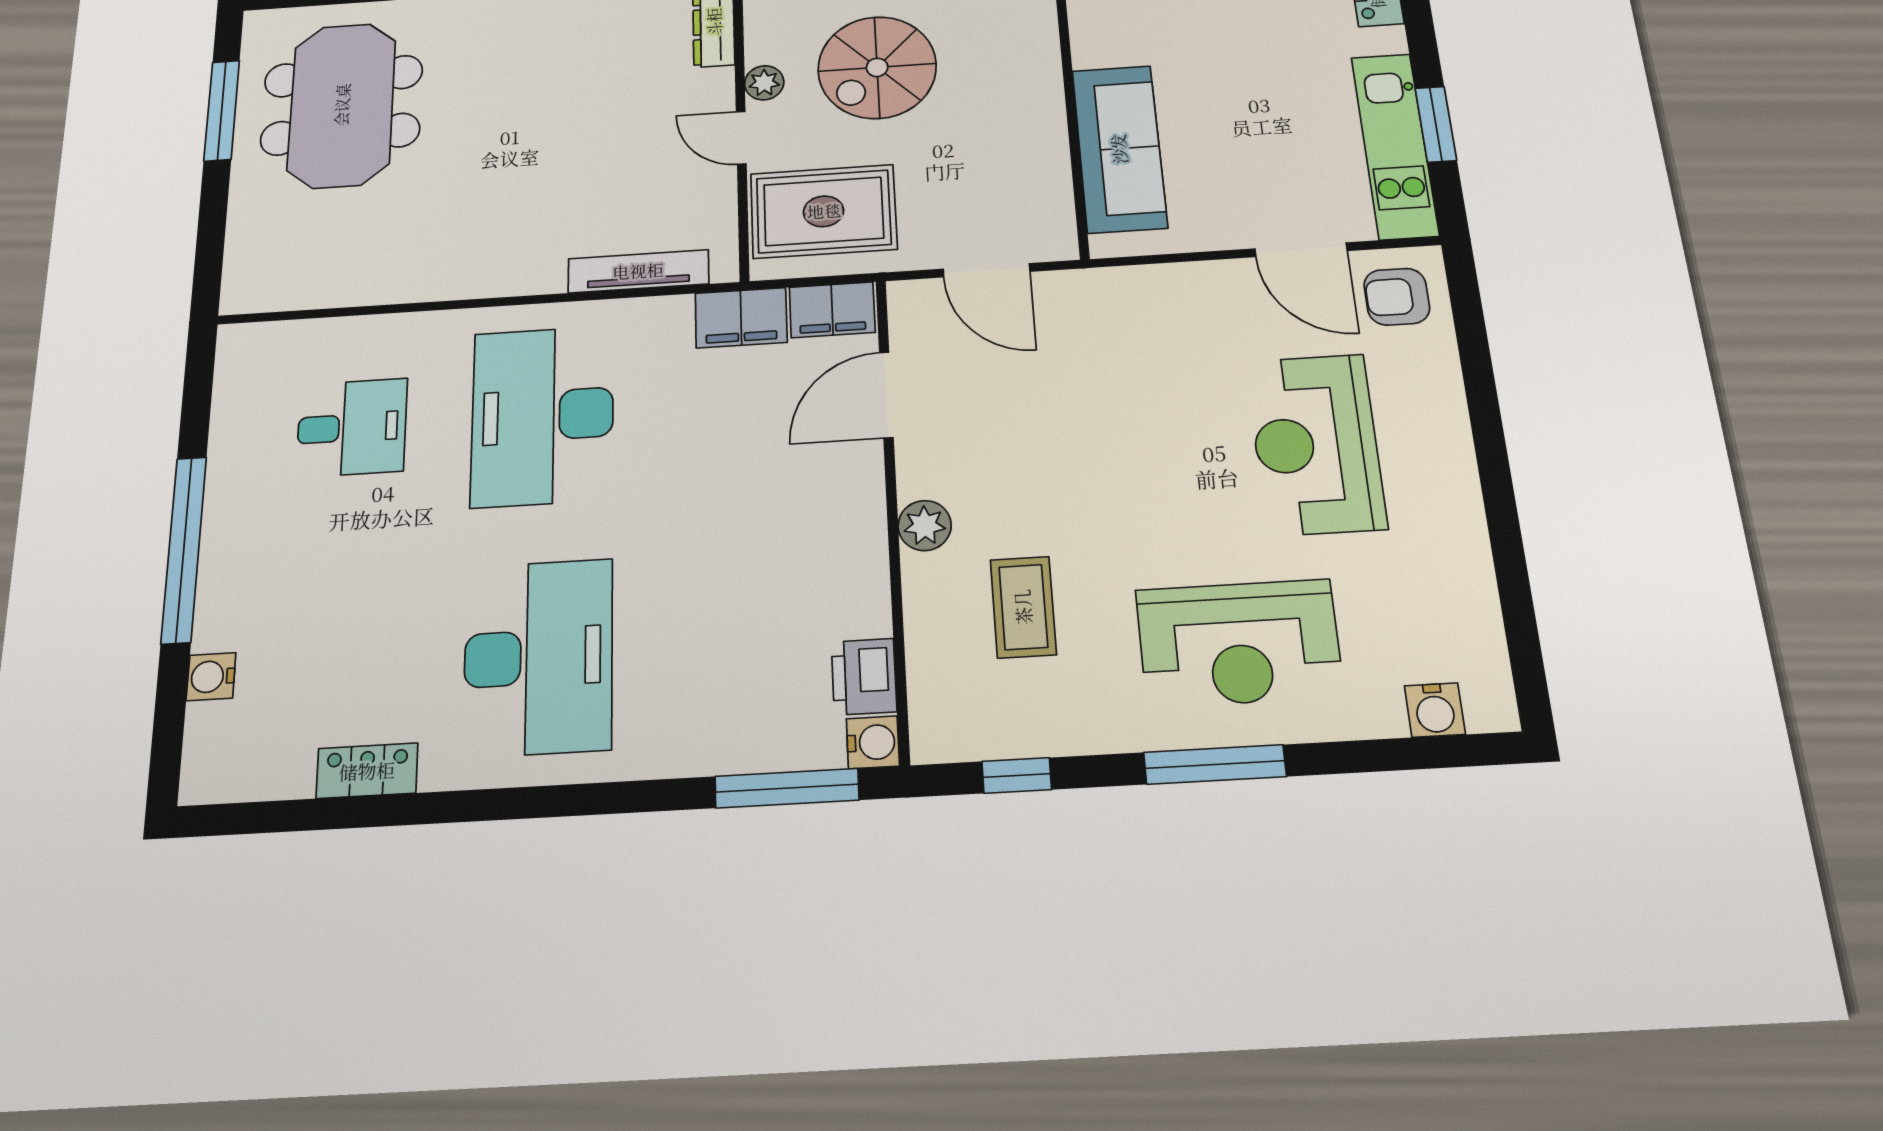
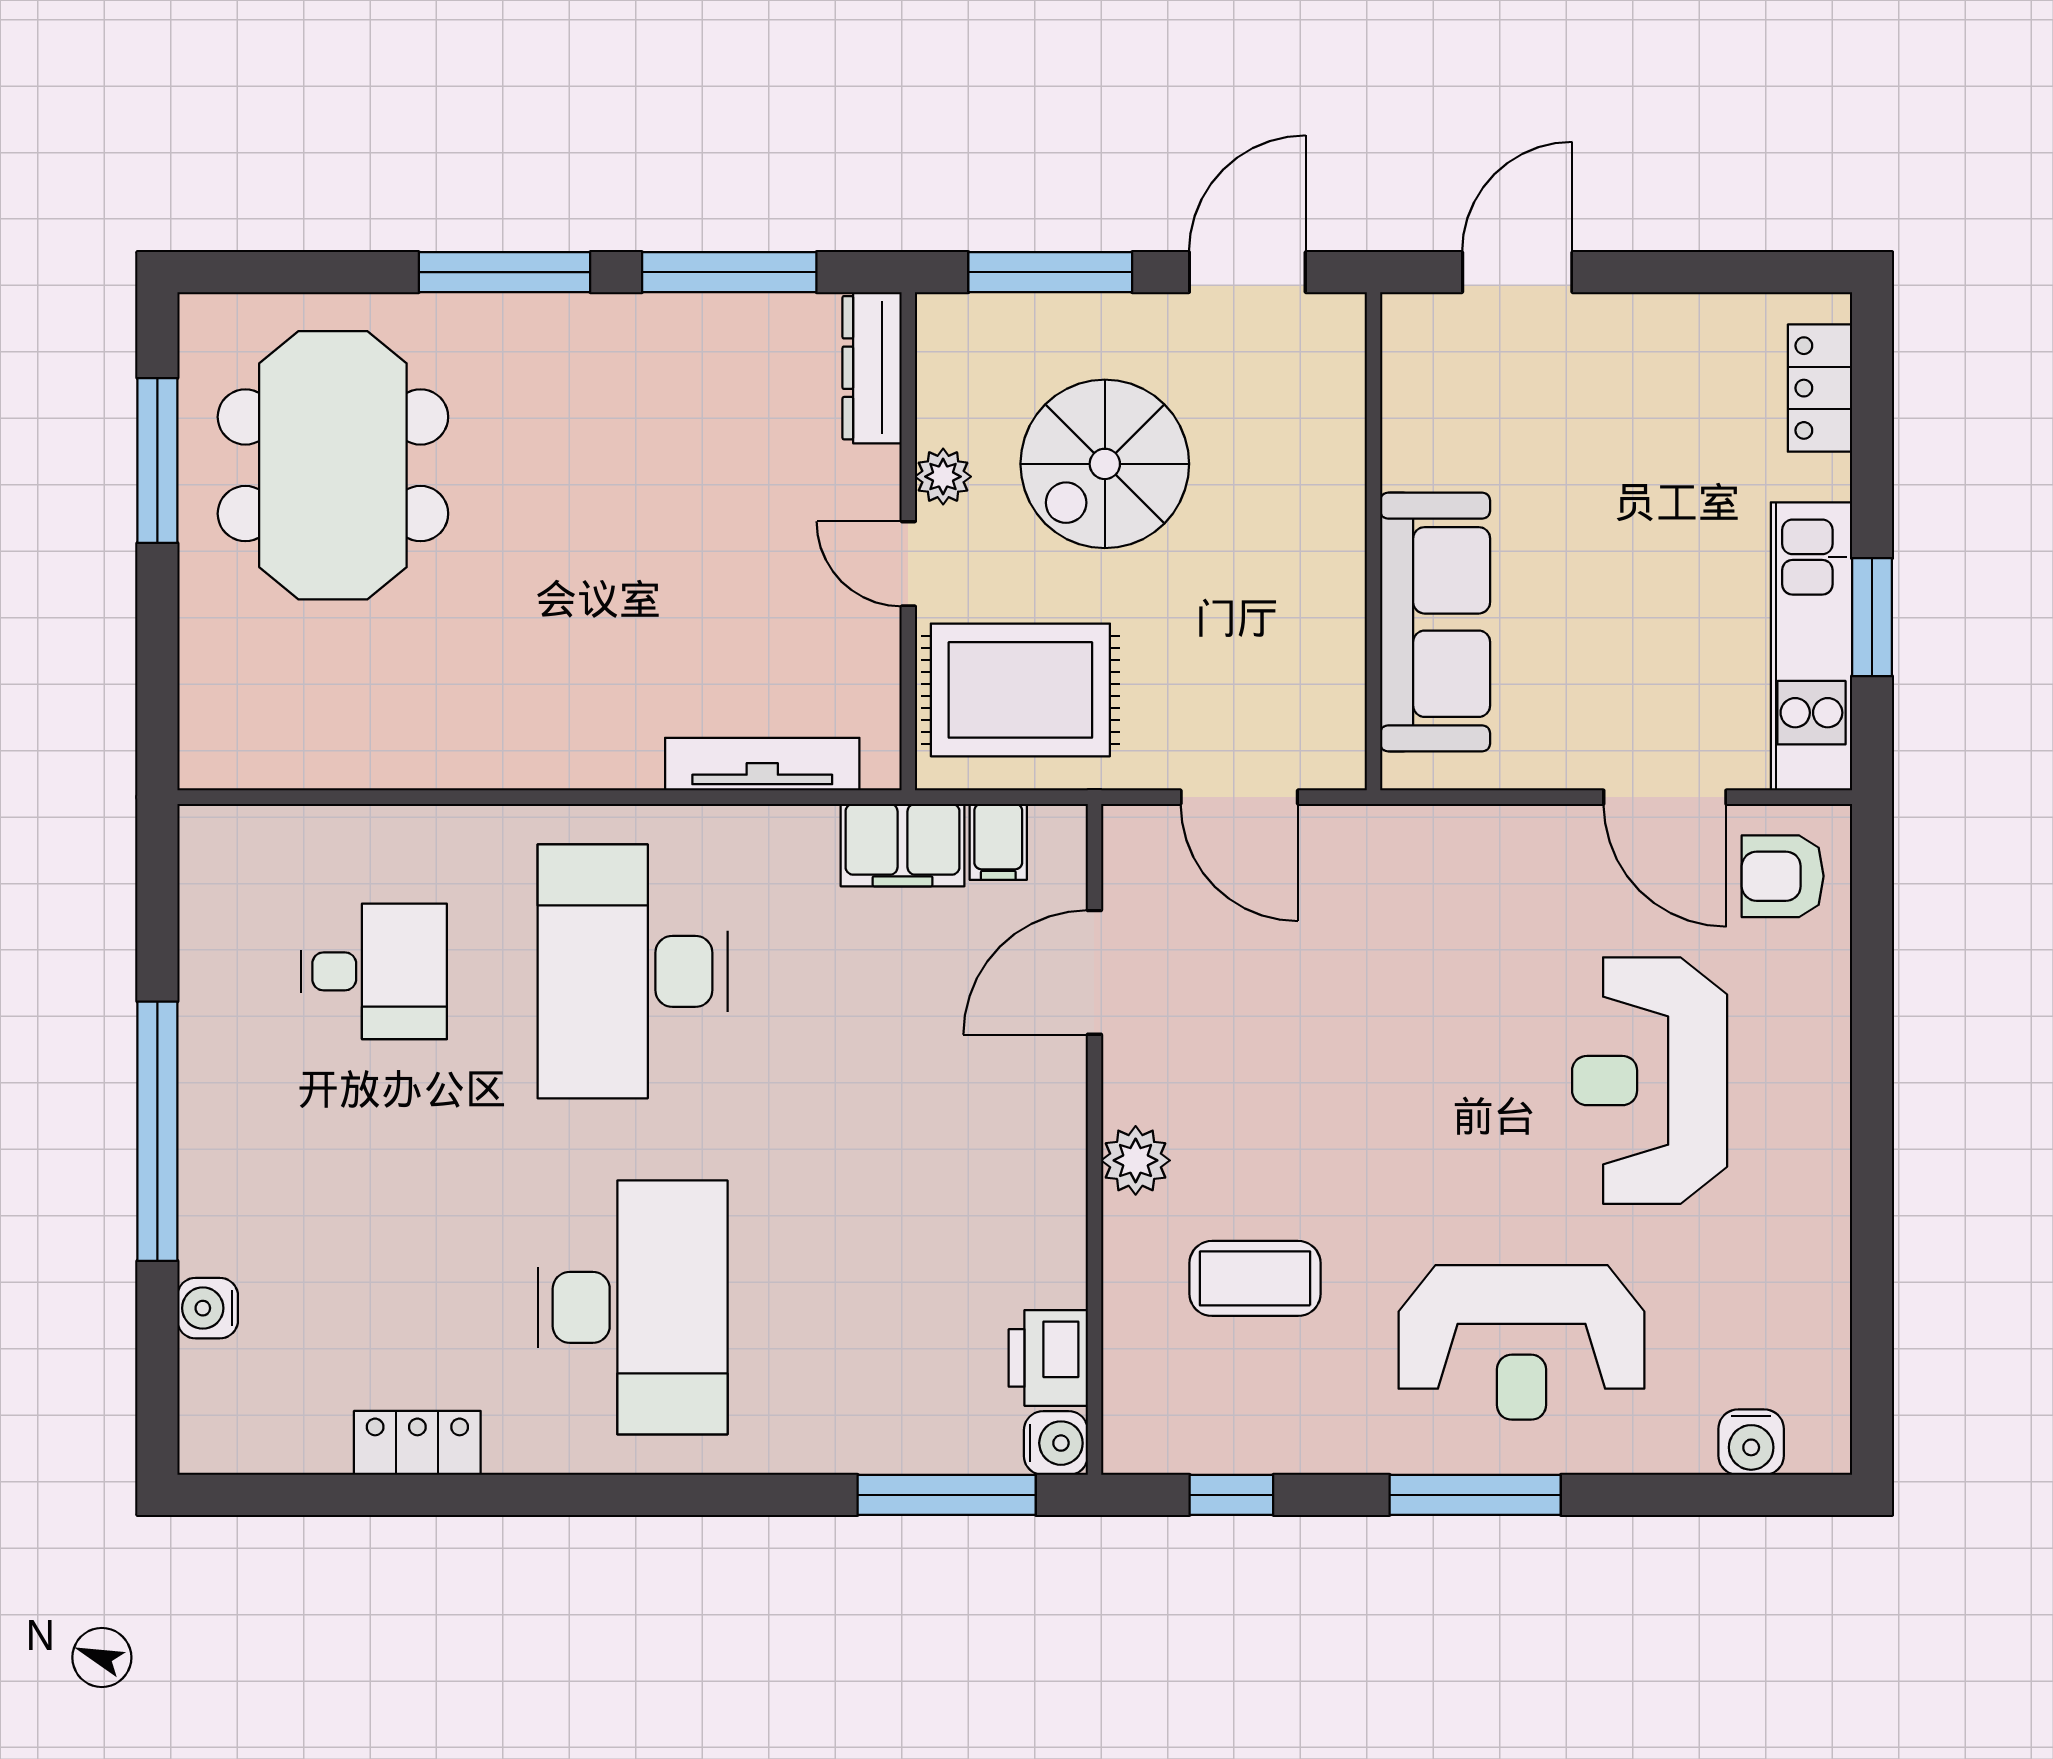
filing cabinet: (832, 310) -> (998, 842), width x0.50
coffee table: (1023, 607) -> (1255, 1278), turned 90

